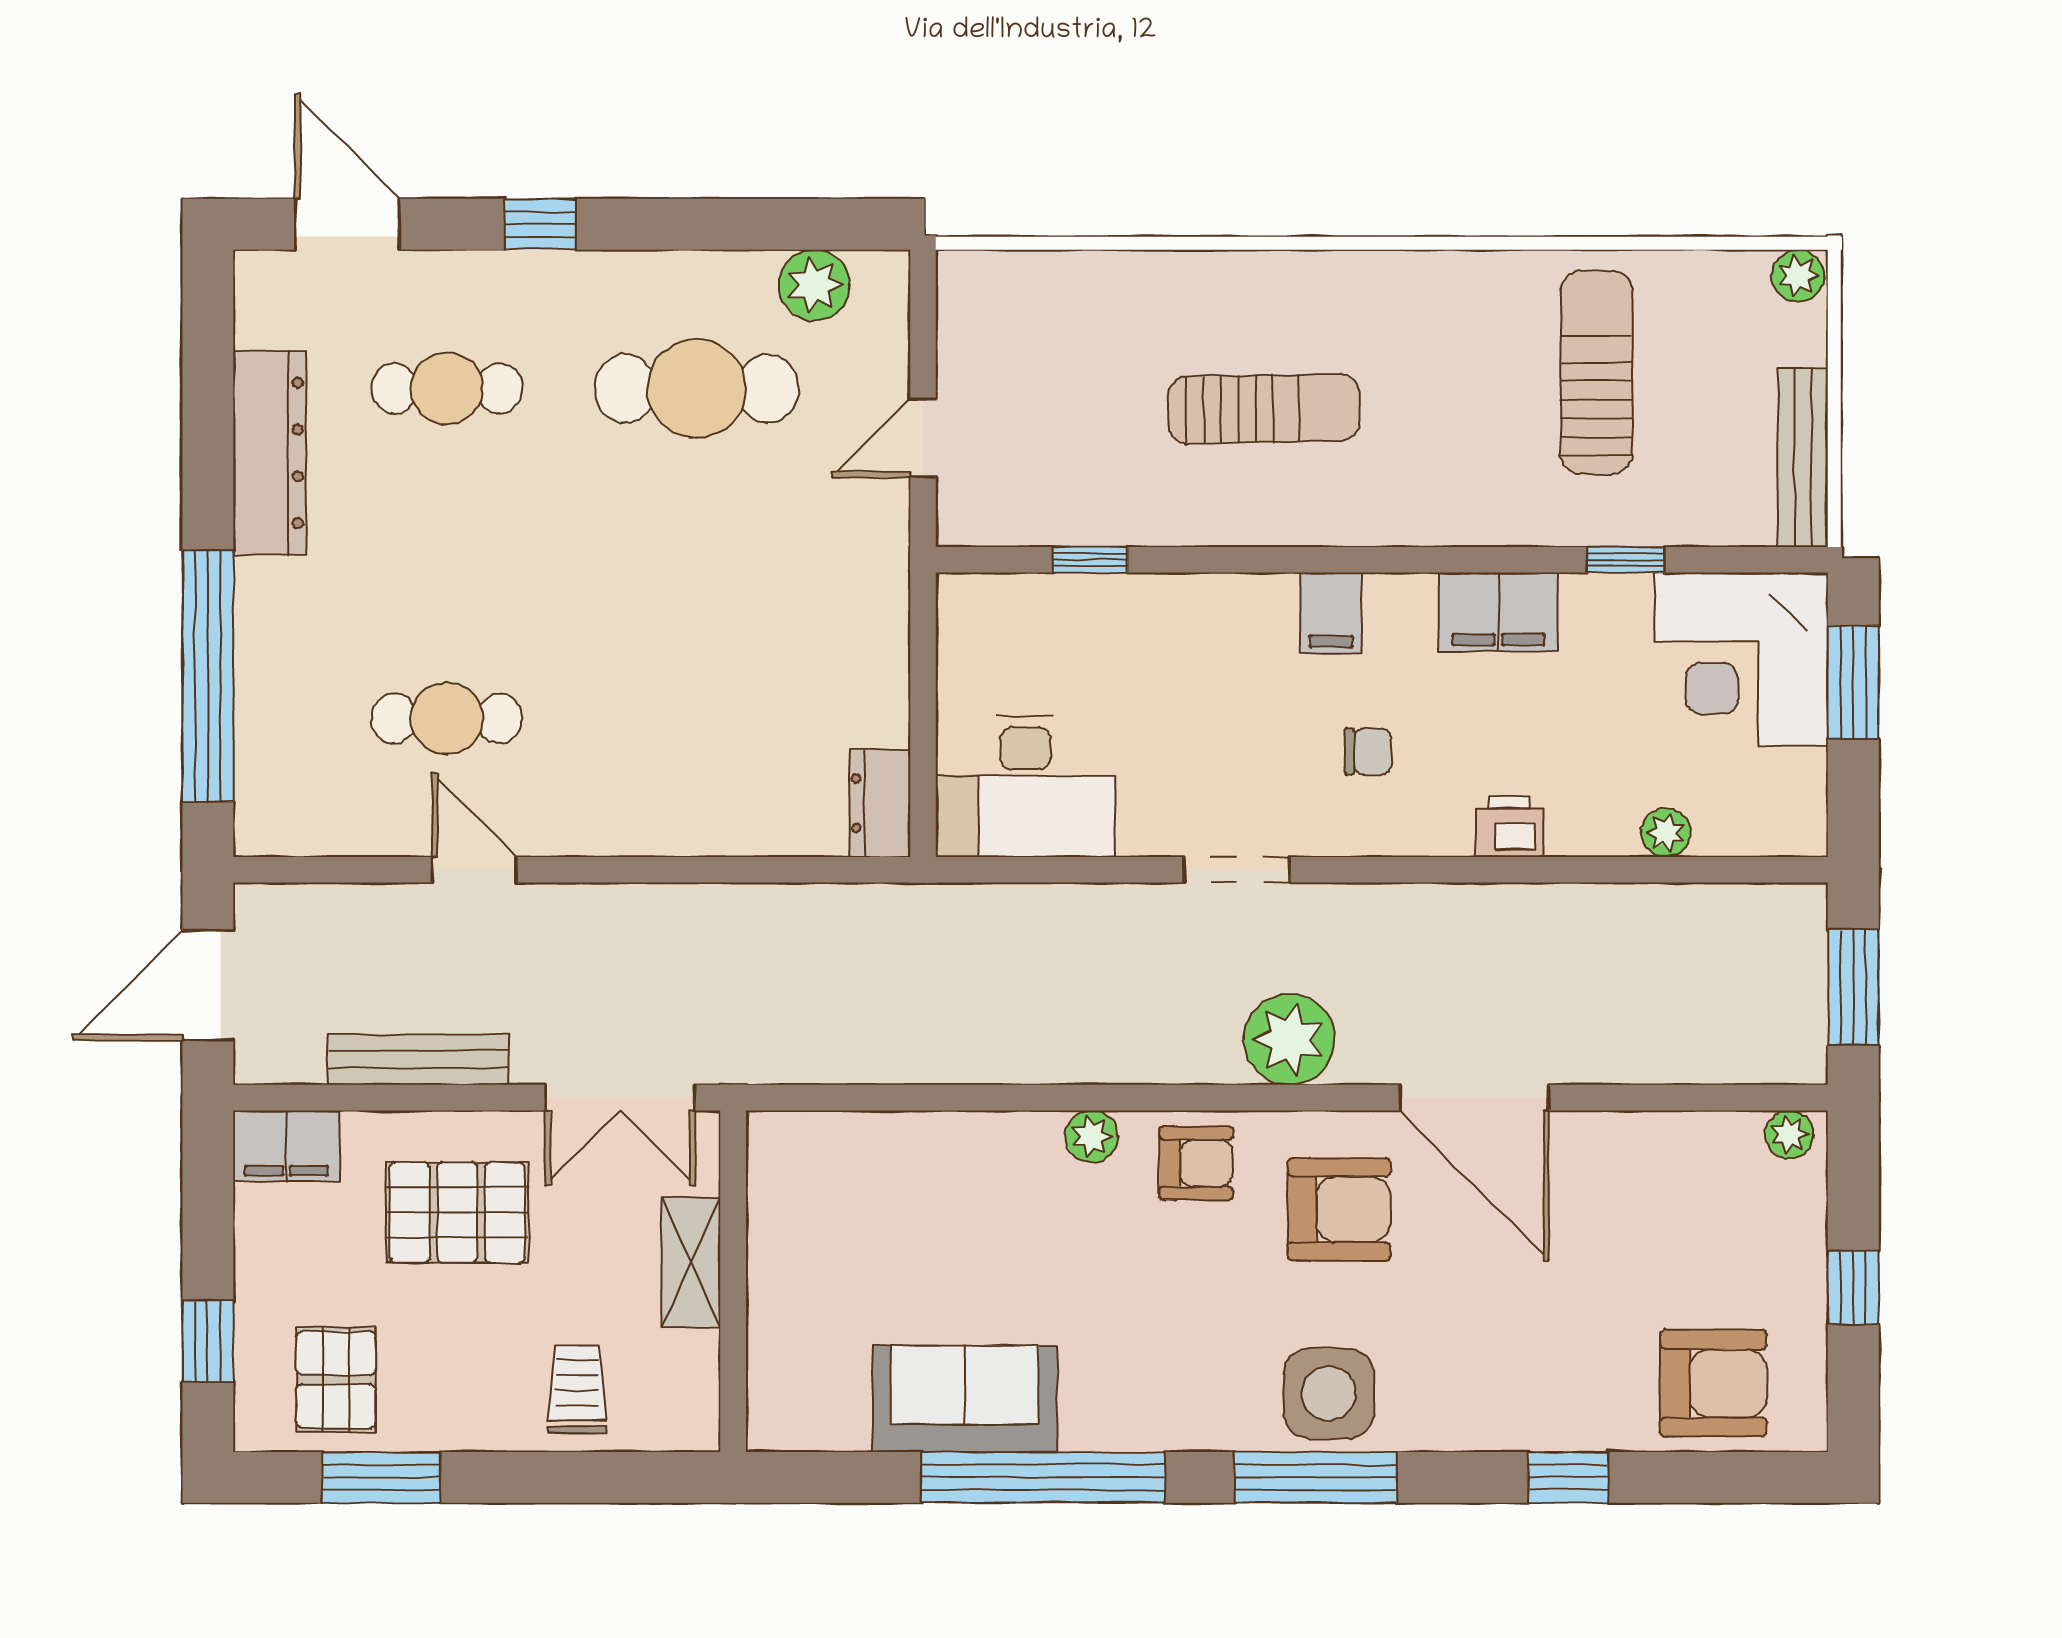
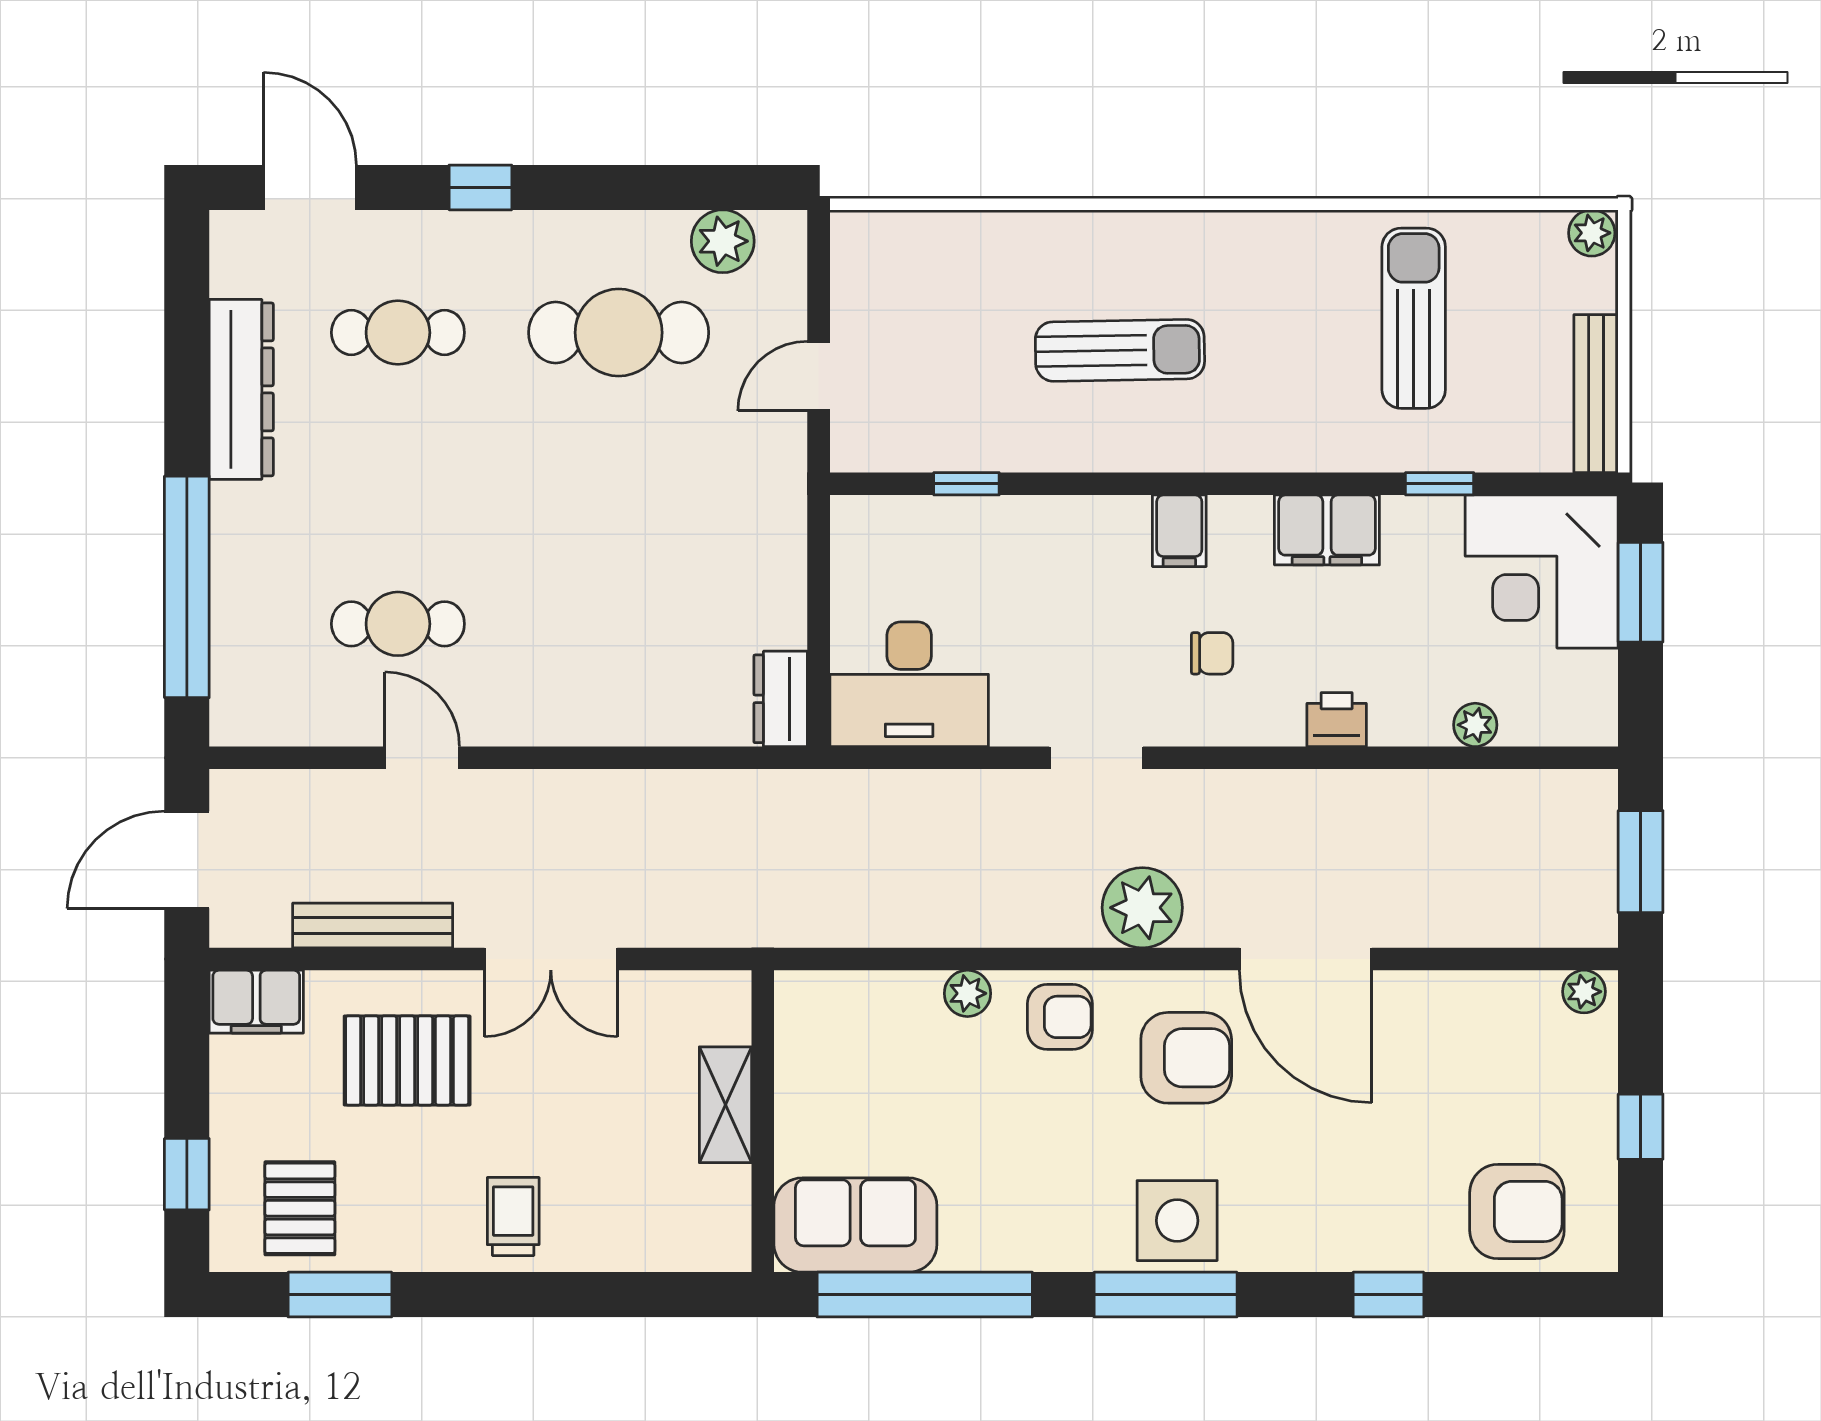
shelving: (691, 1263) -> (725, 1105), moved
wall: (733, 1281) -> (763, 1121), moved

